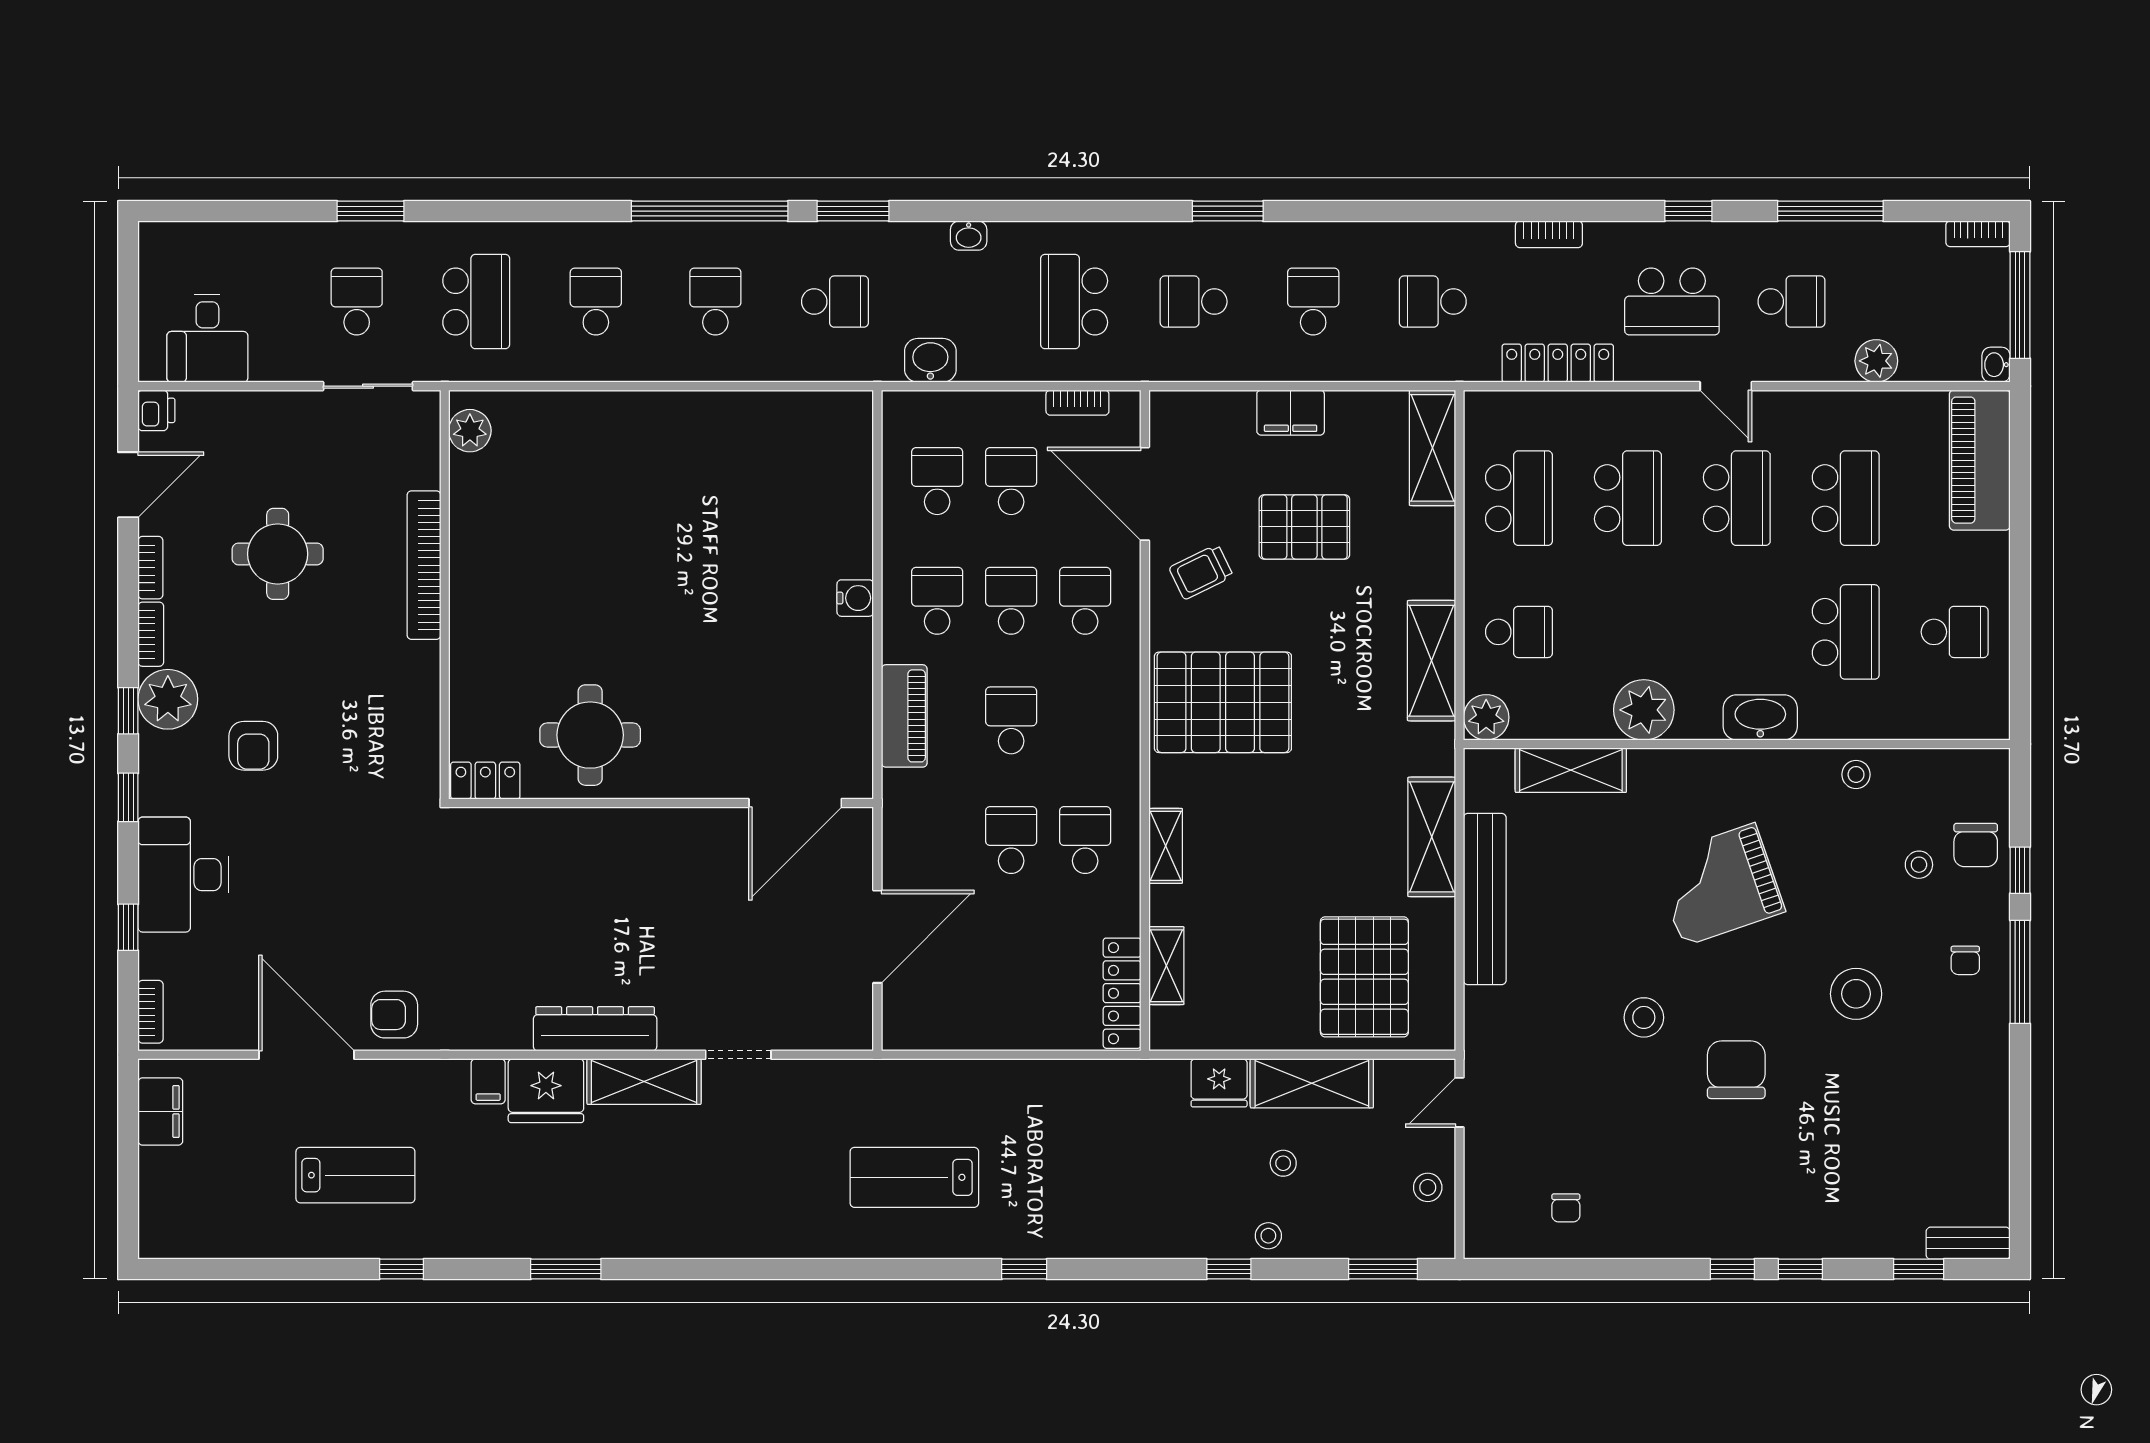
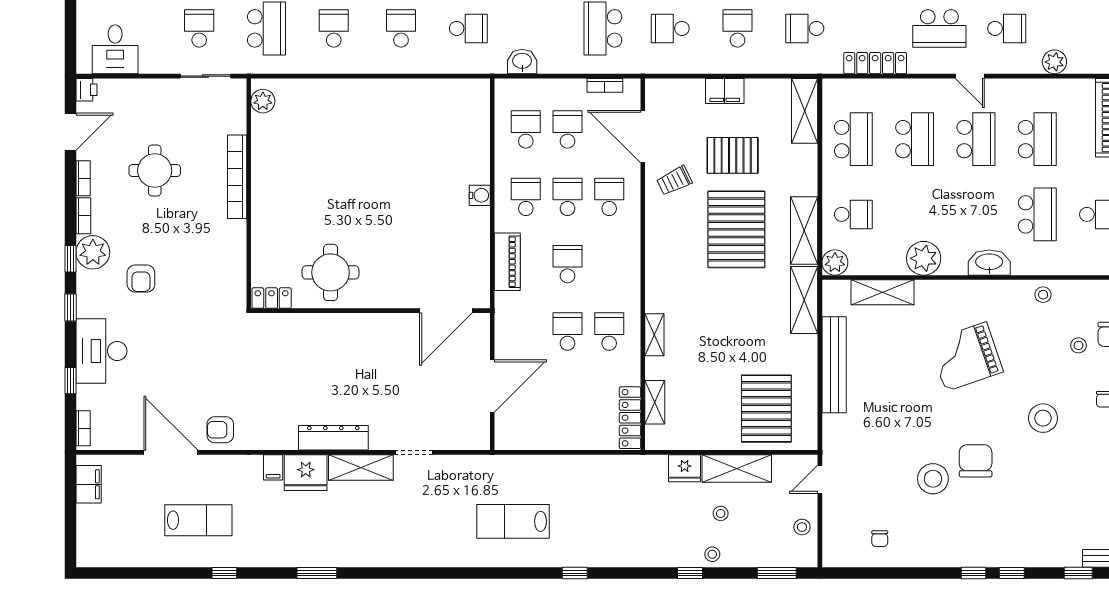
pallet: (1223, 702) -> (736, 229), moved, turned 90
shelving: (1432, 837) -> (804, 300), moved
stool: (1644, 1017) -> (933, 479), moved, width x1.38, depth x1.38

